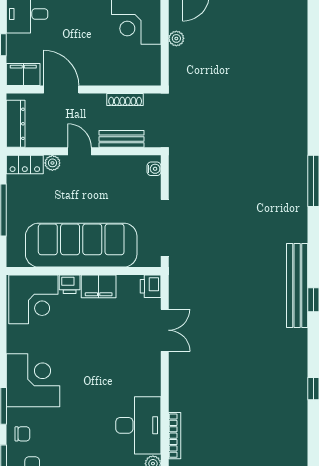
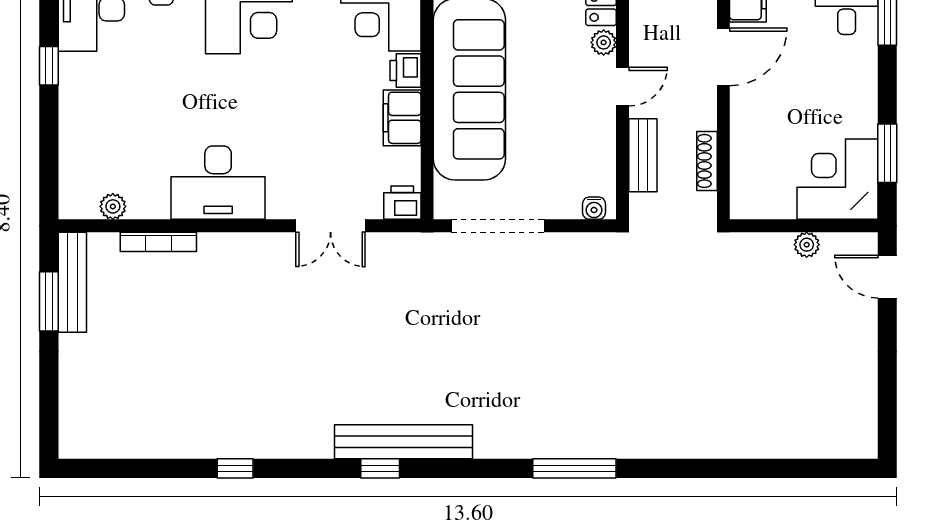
desk: (138, 425) -> (218, 183), moved

